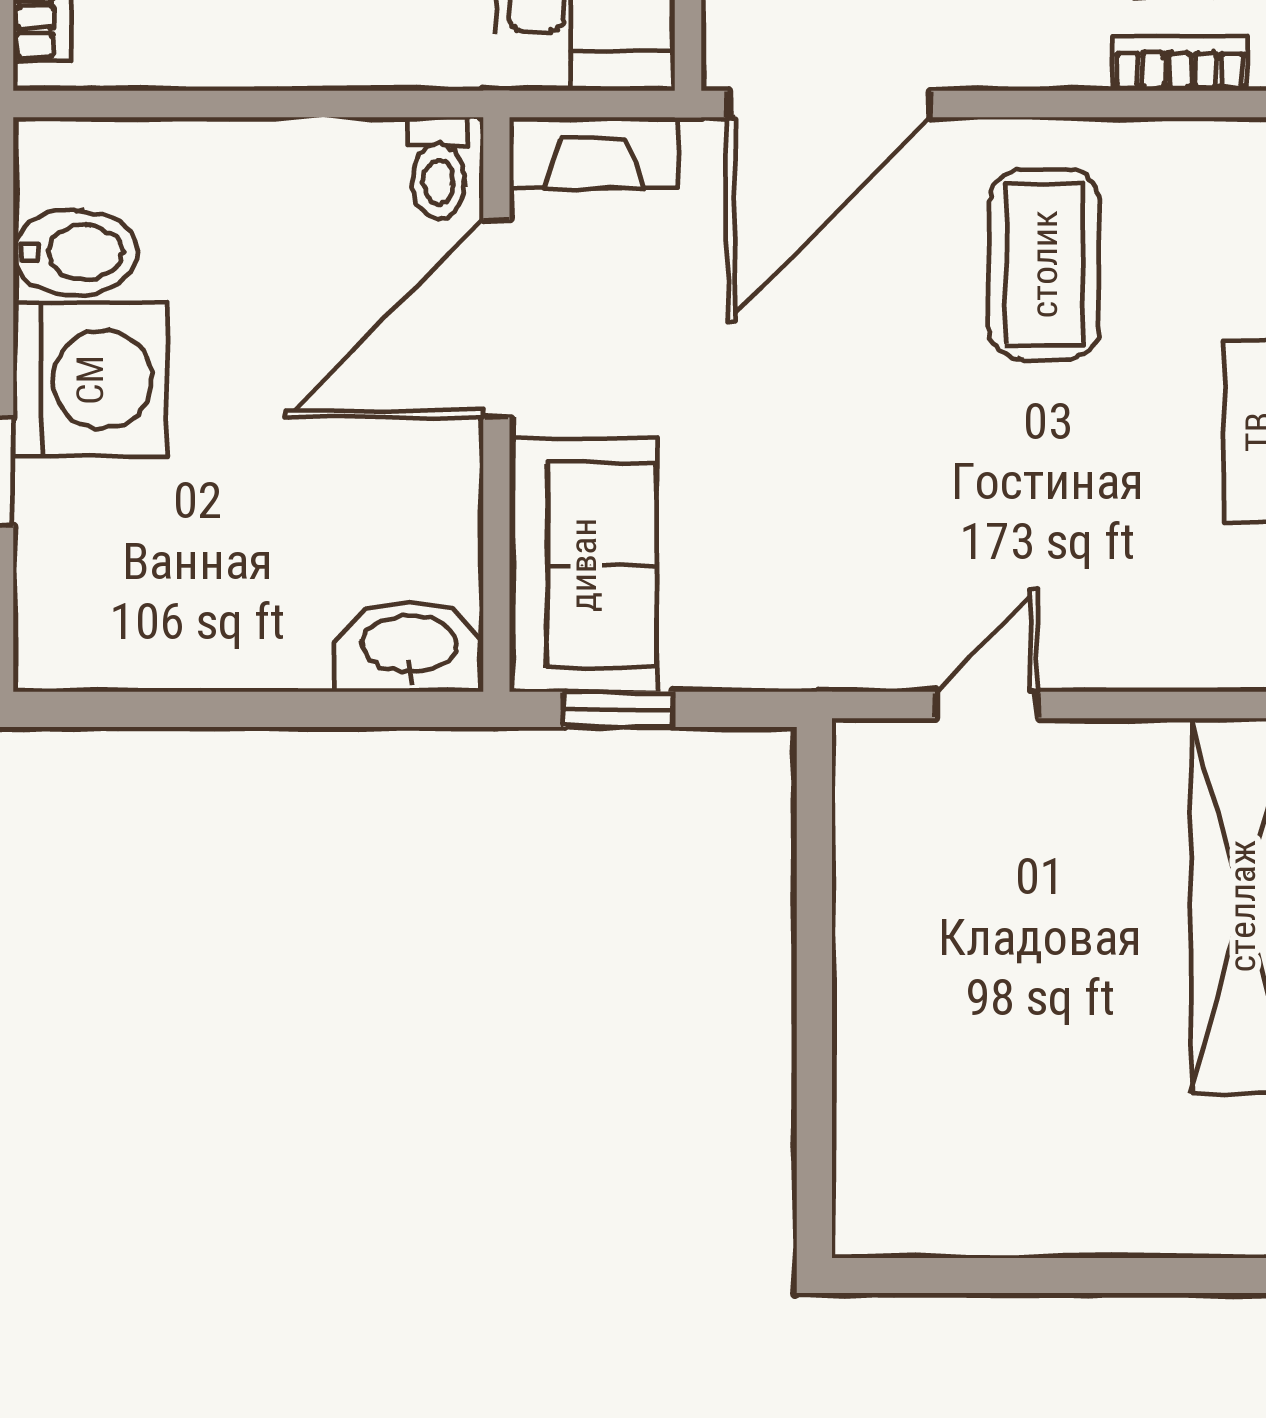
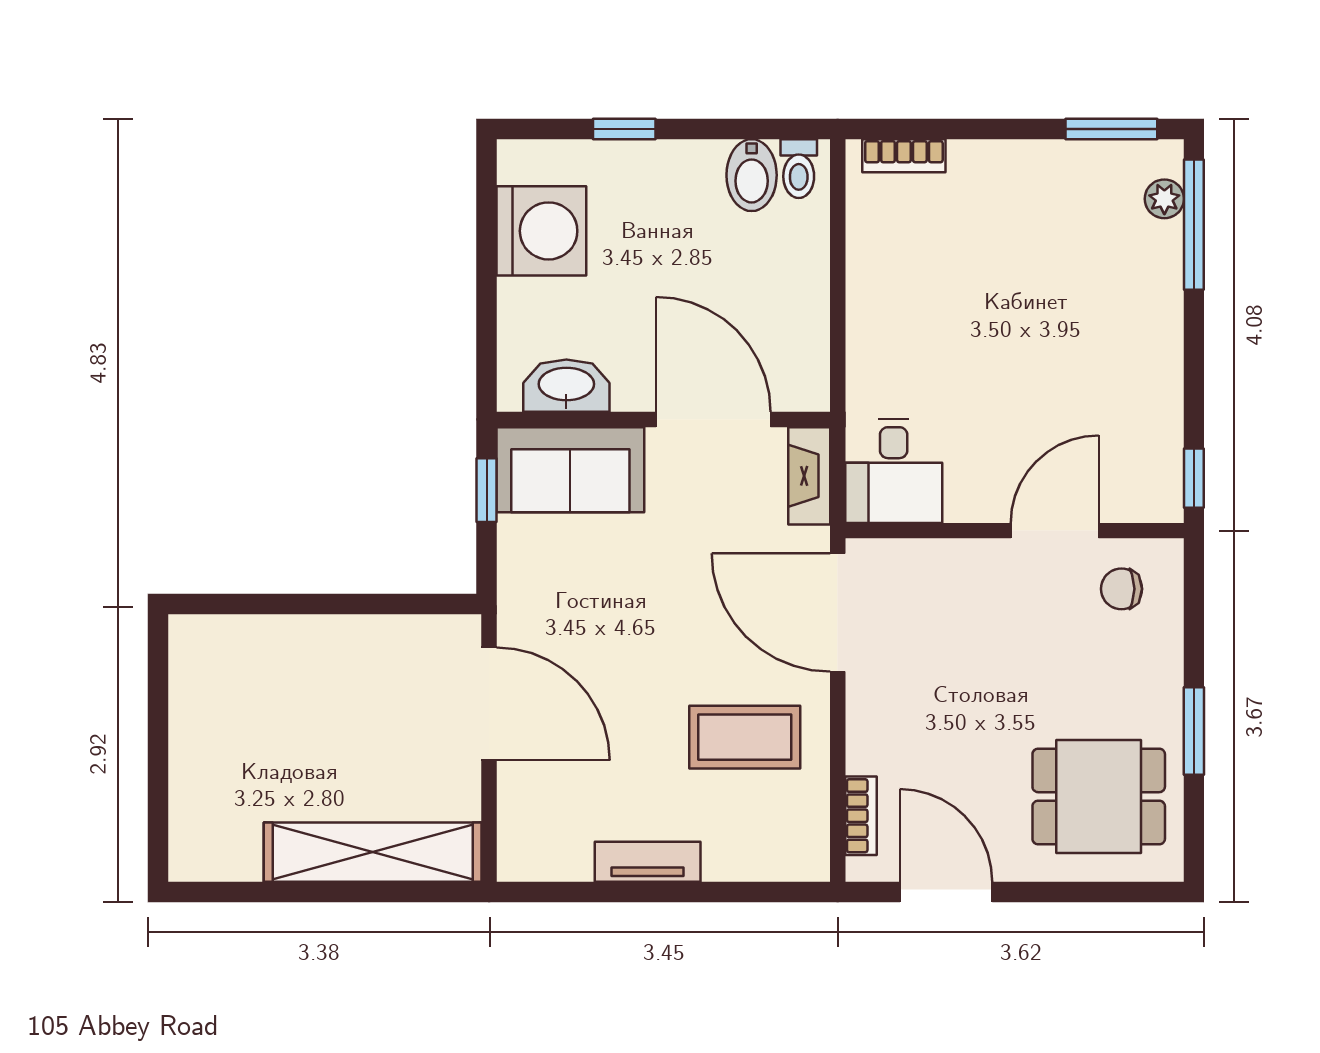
toilet: (438, 168) -> (799, 169), moved, turned -90
washing machine: (90, 380) -> (541, 231), moved, turned -90
washbasin: (409, 647) -> (566, 386), moved, turned -90
door: (987, 705) -> (489, 704), width x1.87

